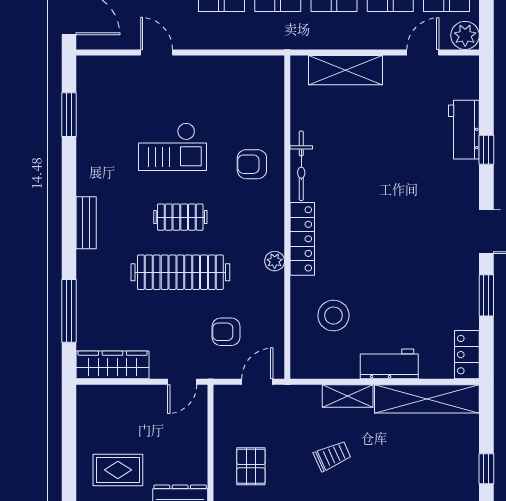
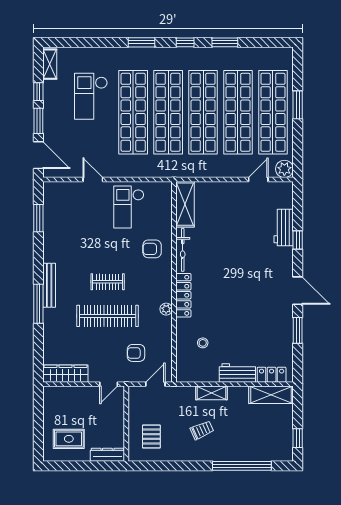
shelving: (345, 70) -> (185, 204), moved, turned 90
checkout: (173, 147) -> (129, 207), moved, turned 90
bench: (86, 223) -> (49, 285), width x1.36
window: (69, 311) -> (38, 304), moved
stool: (333, 316) -> (203, 343), width x0.53, depth x0.53
locker: (467, 355) -> (272, 375), moved, turned 90
shelving: (427, 399) -> (271, 395), width x0.68

